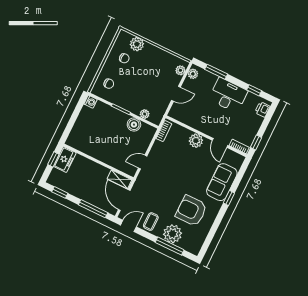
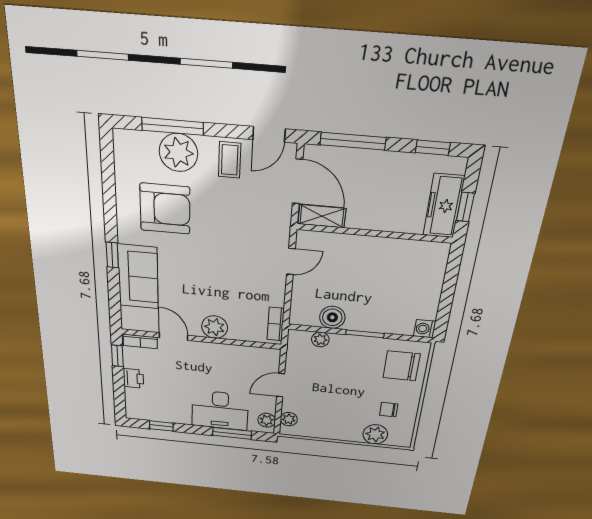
chair: (109, 84) -> (402, 366), width x1.87, depth x1.87
desk: (228, 95) -> (220, 410), moved
printer: (262, 109) -> (133, 378), moved
freezer: (65, 159) -> (444, 206), width x1.40

